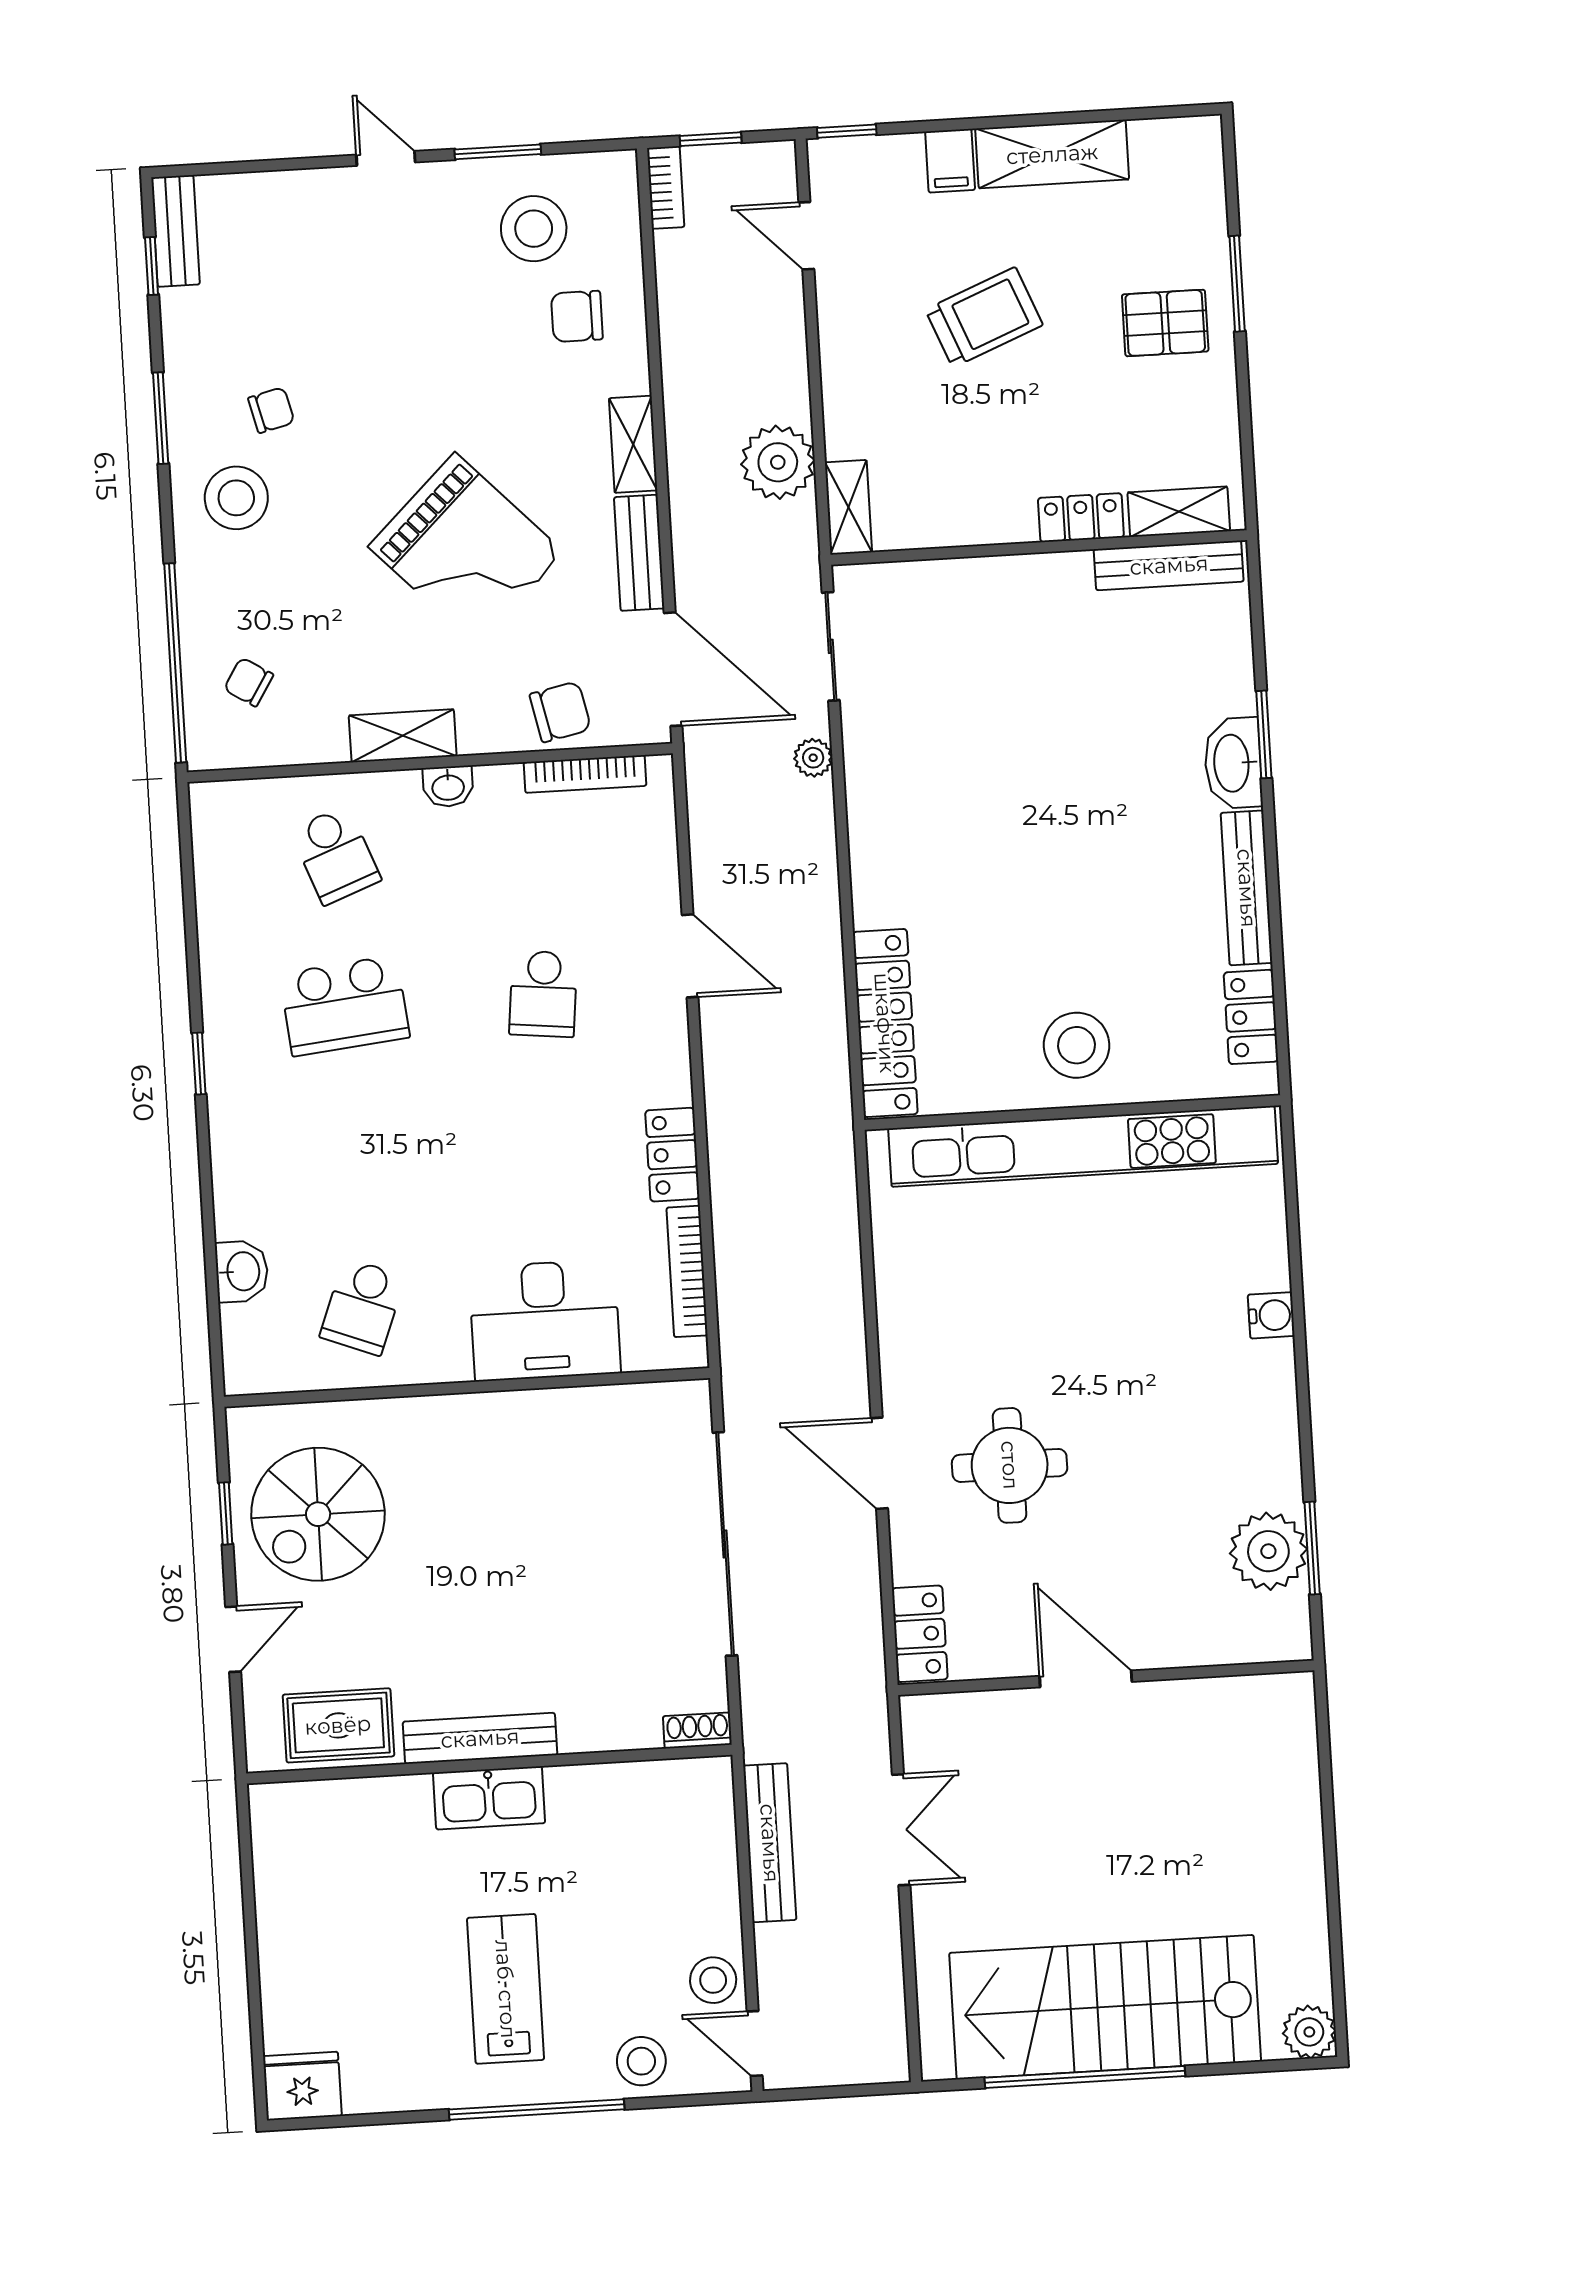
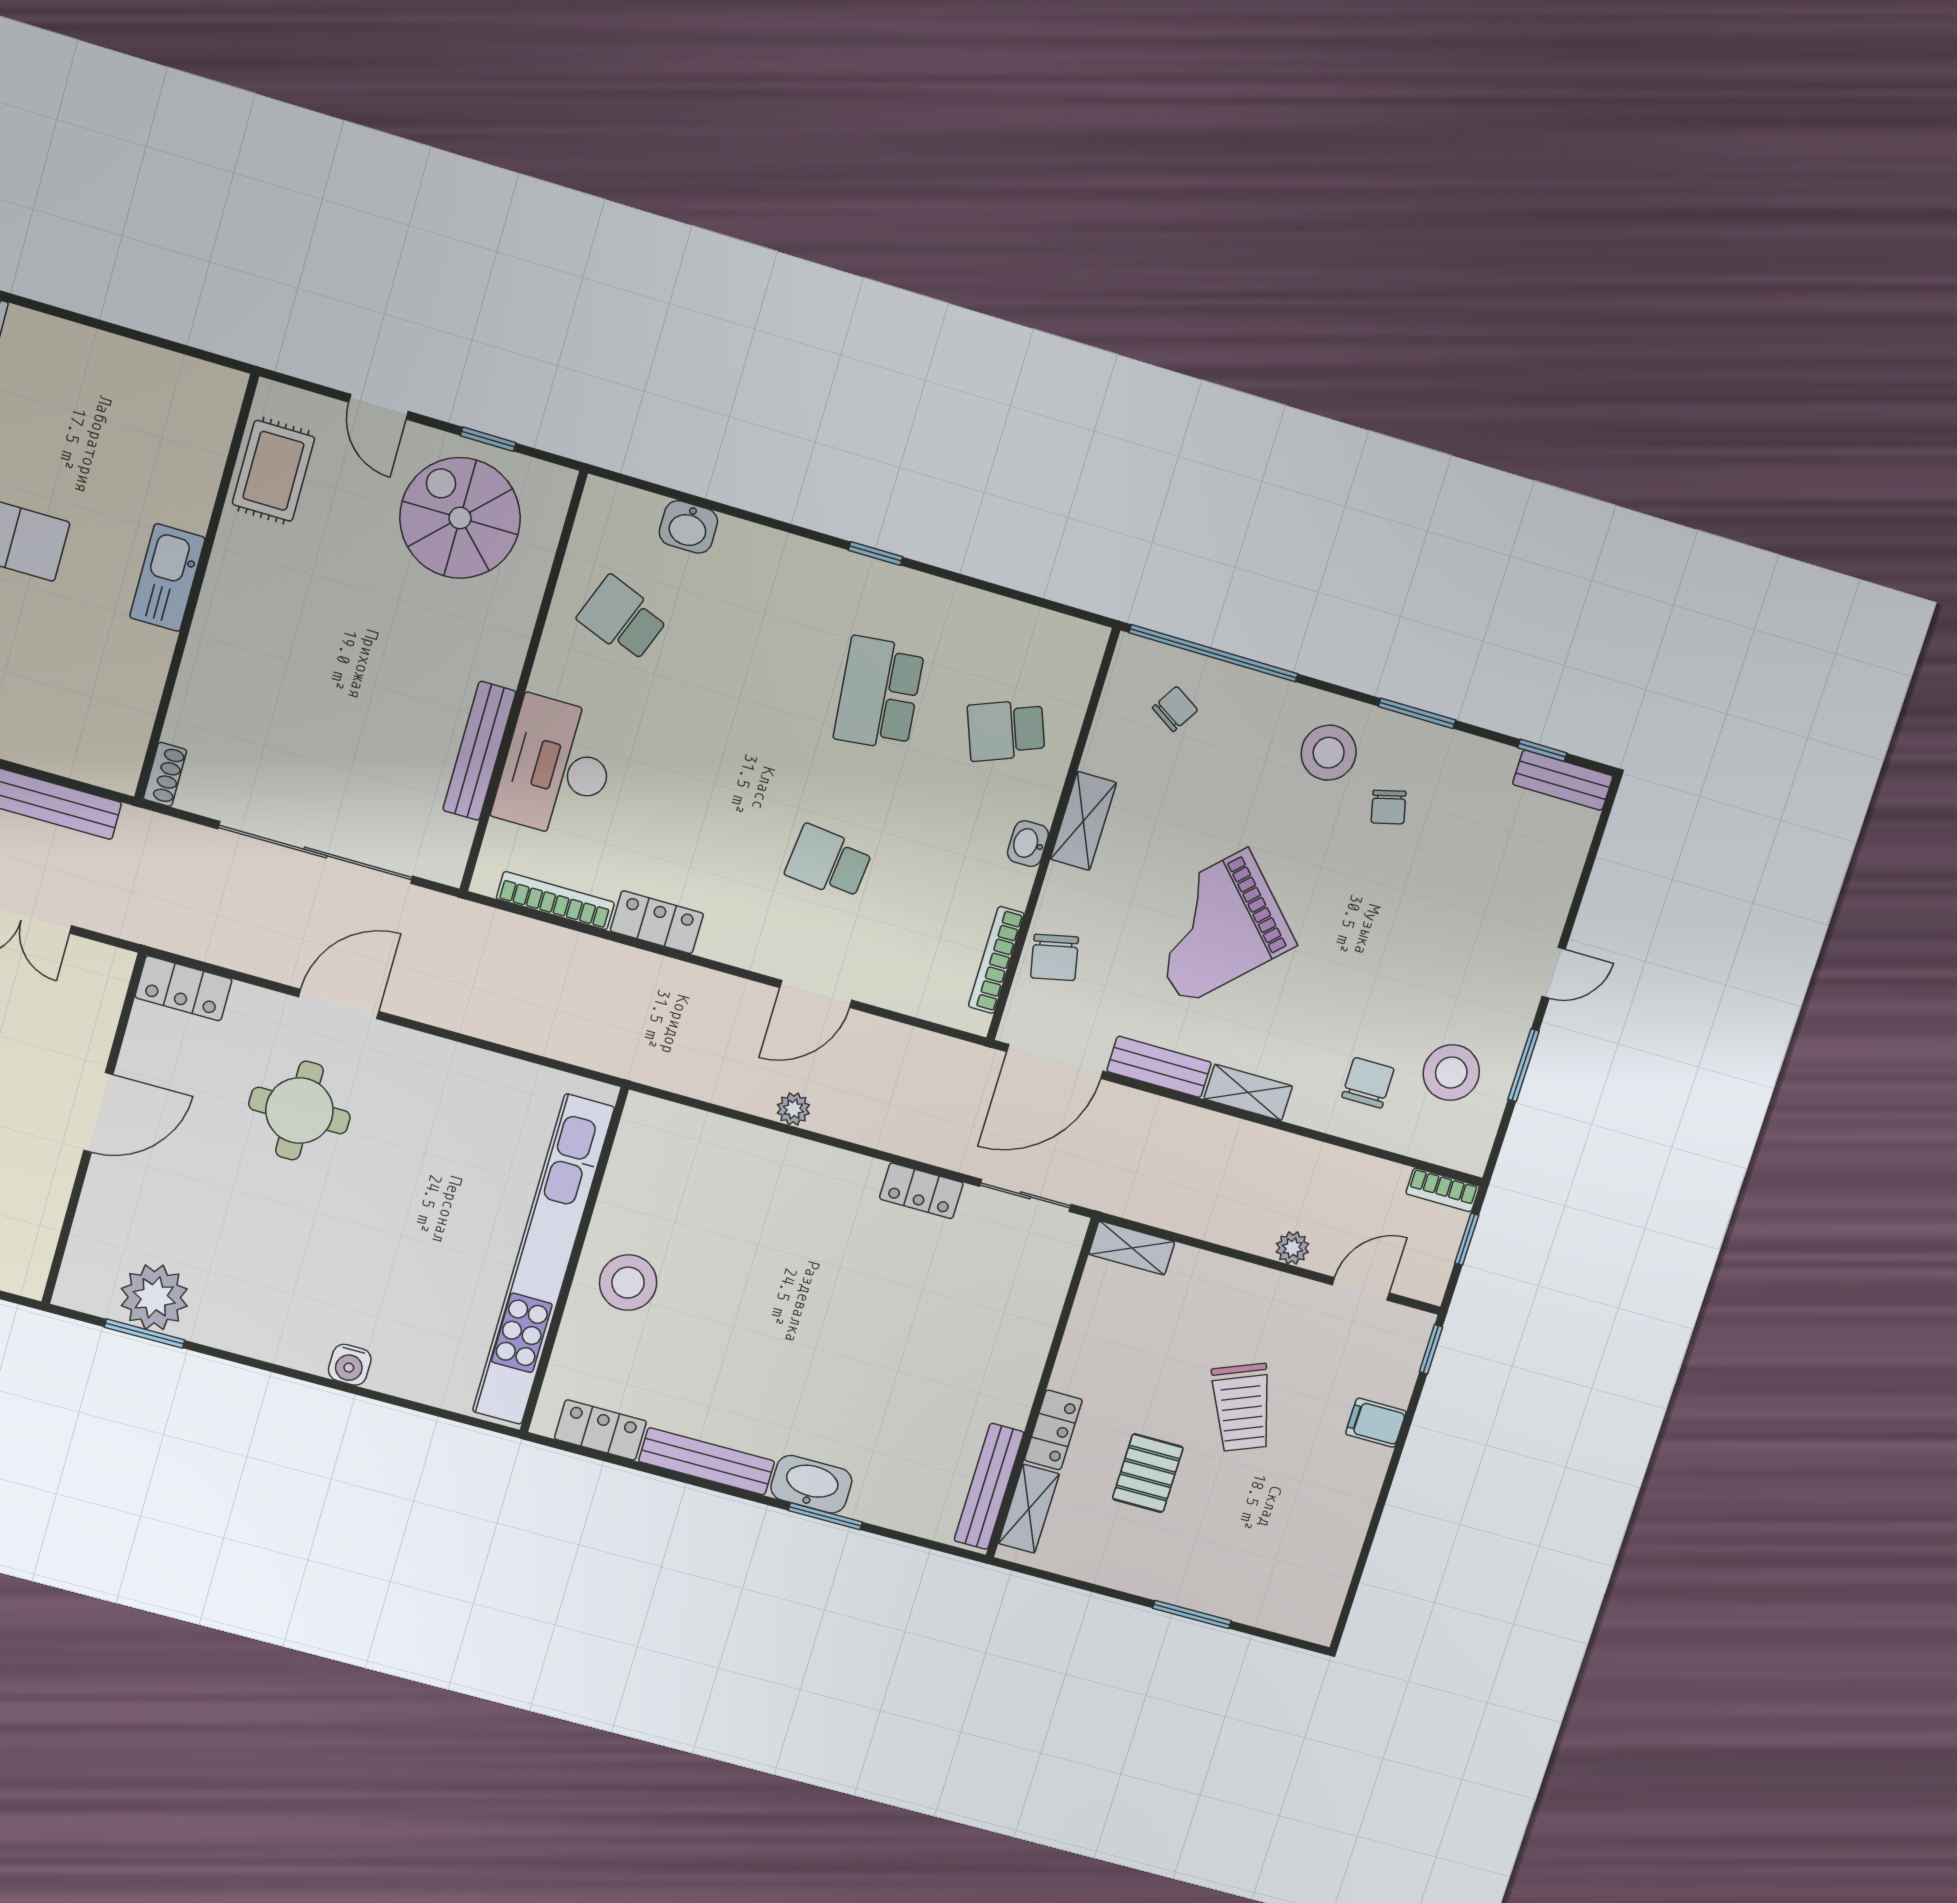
shelving: (1052, 154) -> (1350, 1505), removed
pallet: (1165, 323) -> (1148, 1473), moved
plant: (778, 462) -> (1292, 1248), moved, width x0.53, depth x0.53
plant: (813, 758) -> (793, 1109), moved
locker: (885, 1023) -> (921, 1191), moved, width x0.46, depth x0.83
bench: (480, 1738) -> (479, 751), moved

